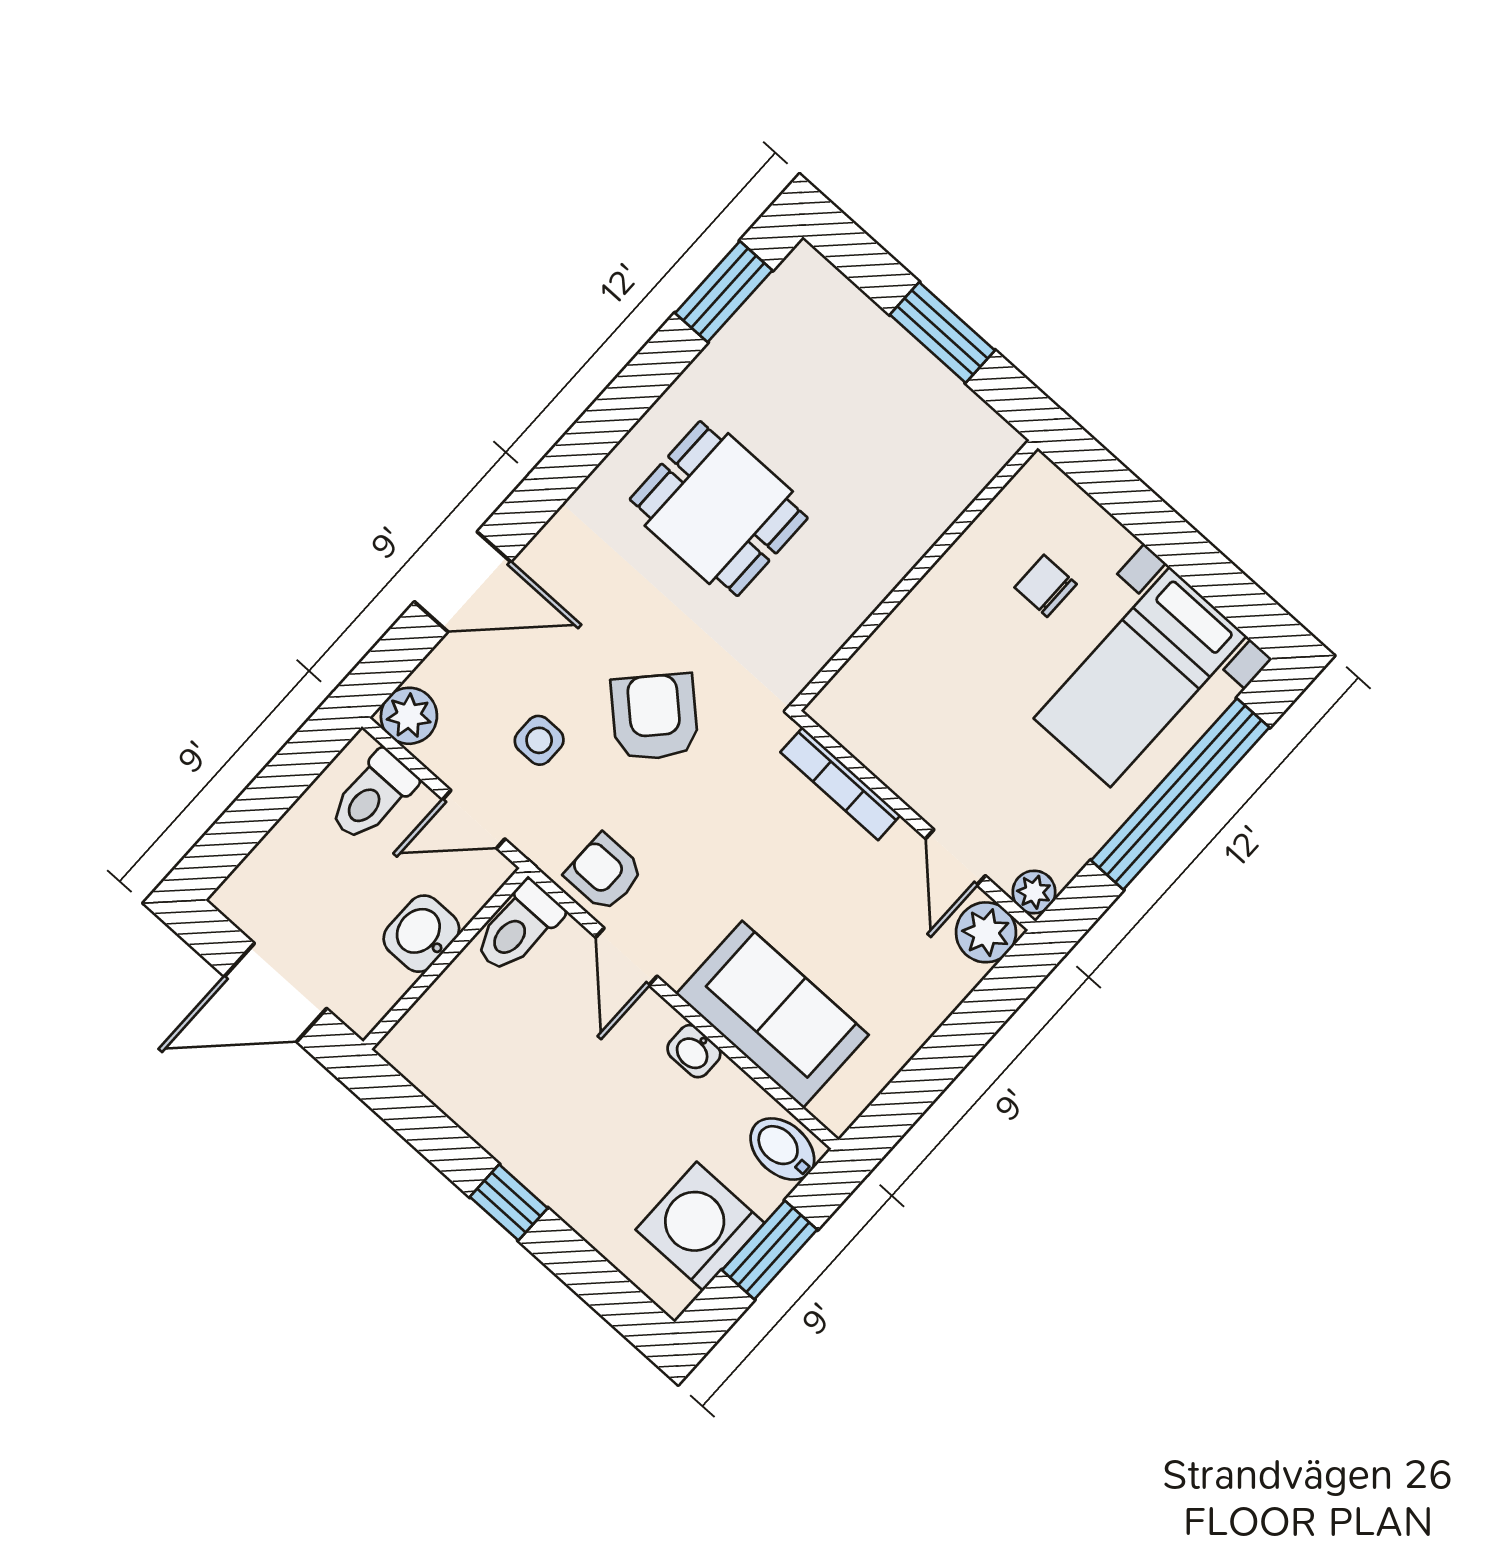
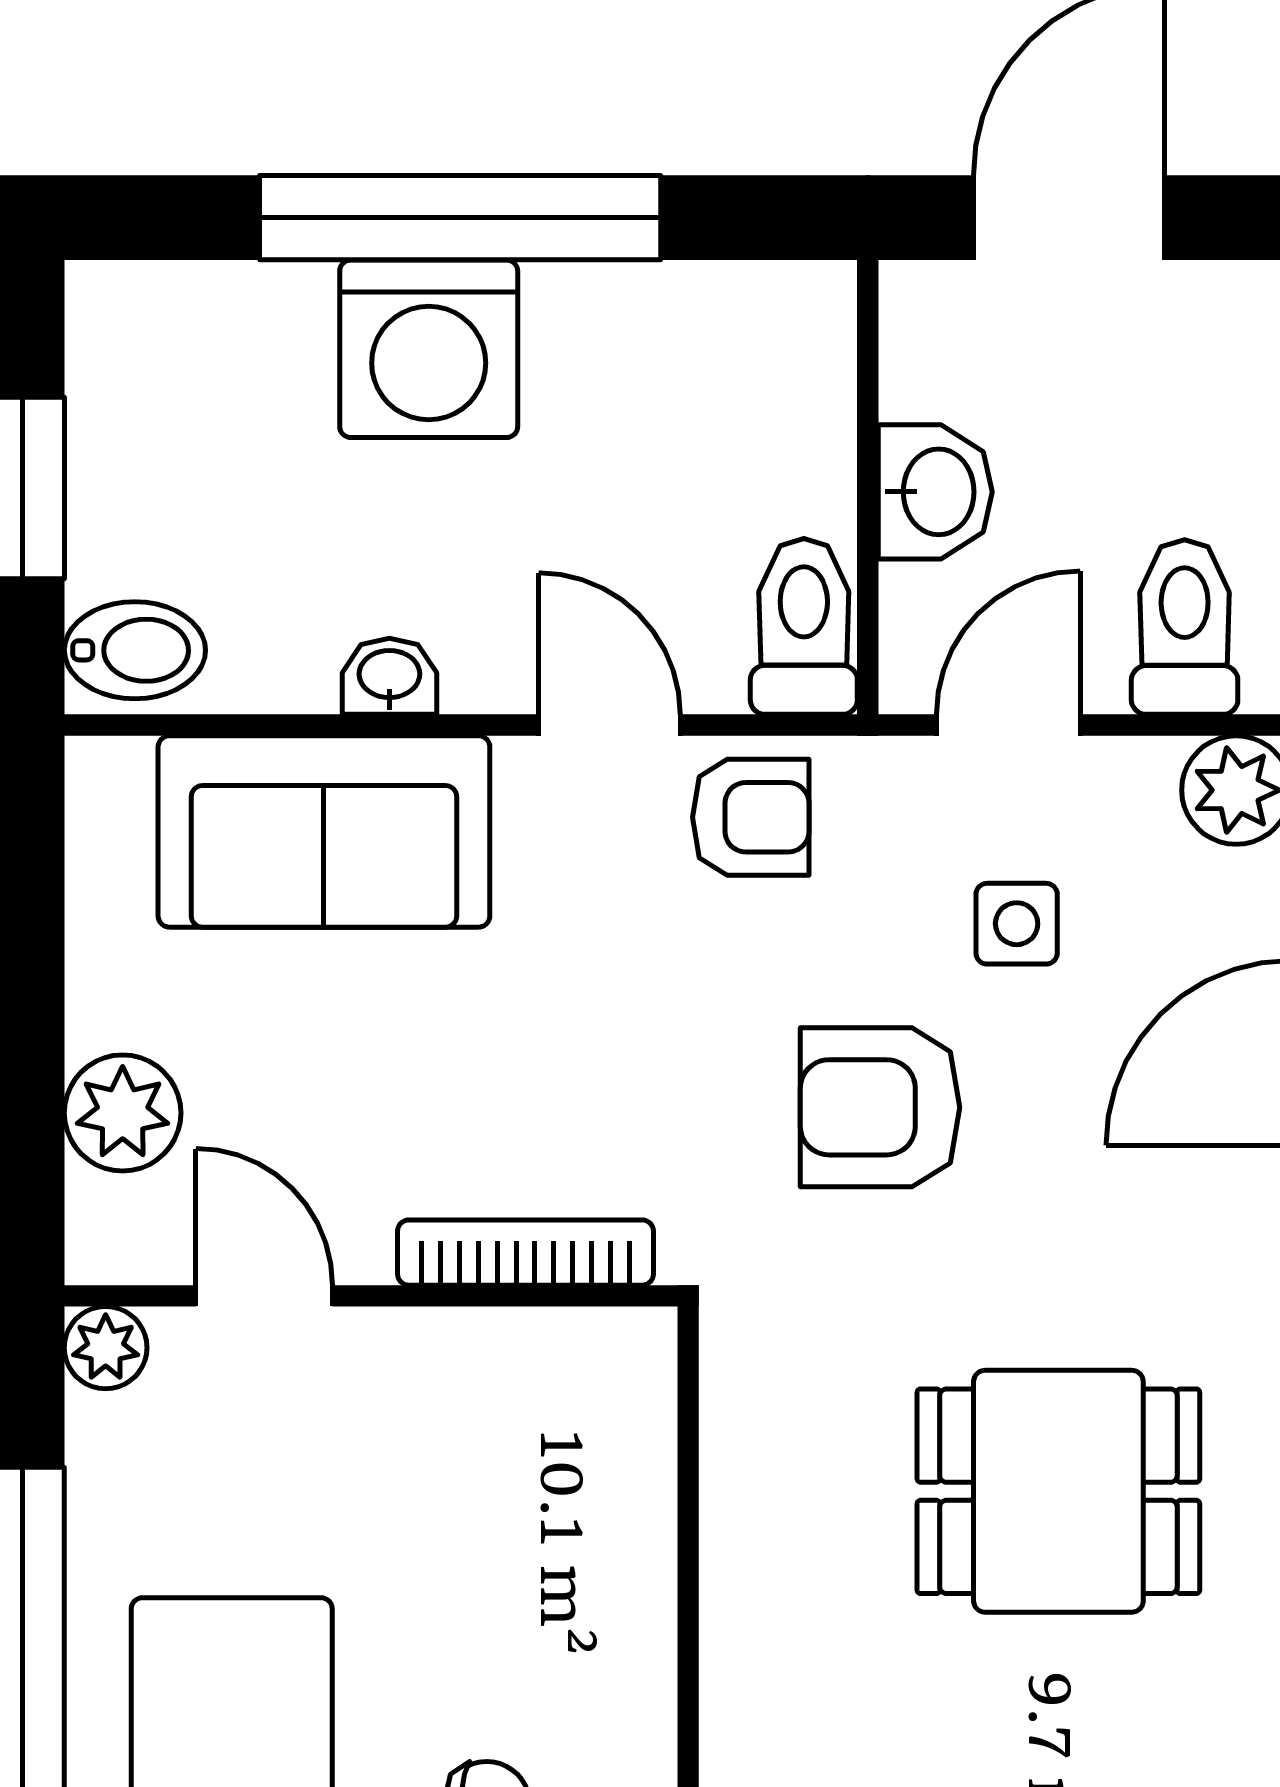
armchair: (655, 717) -> (880, 1107), turned 137
plant: (986, 932) -> (123, 1113), moved
window: (509, 1202) -> (460, 218), width x3.17
washing machine: (700, 1226) -> (429, 349), moved, turned 90

